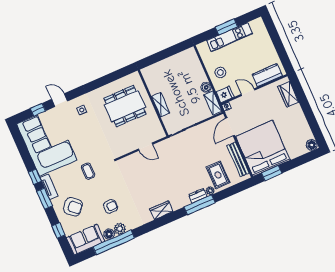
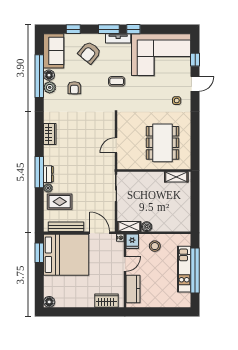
window: (226, 27) -> (195, 271), width x2.11
shelving: (161, 105) -> (176, 177), moved

